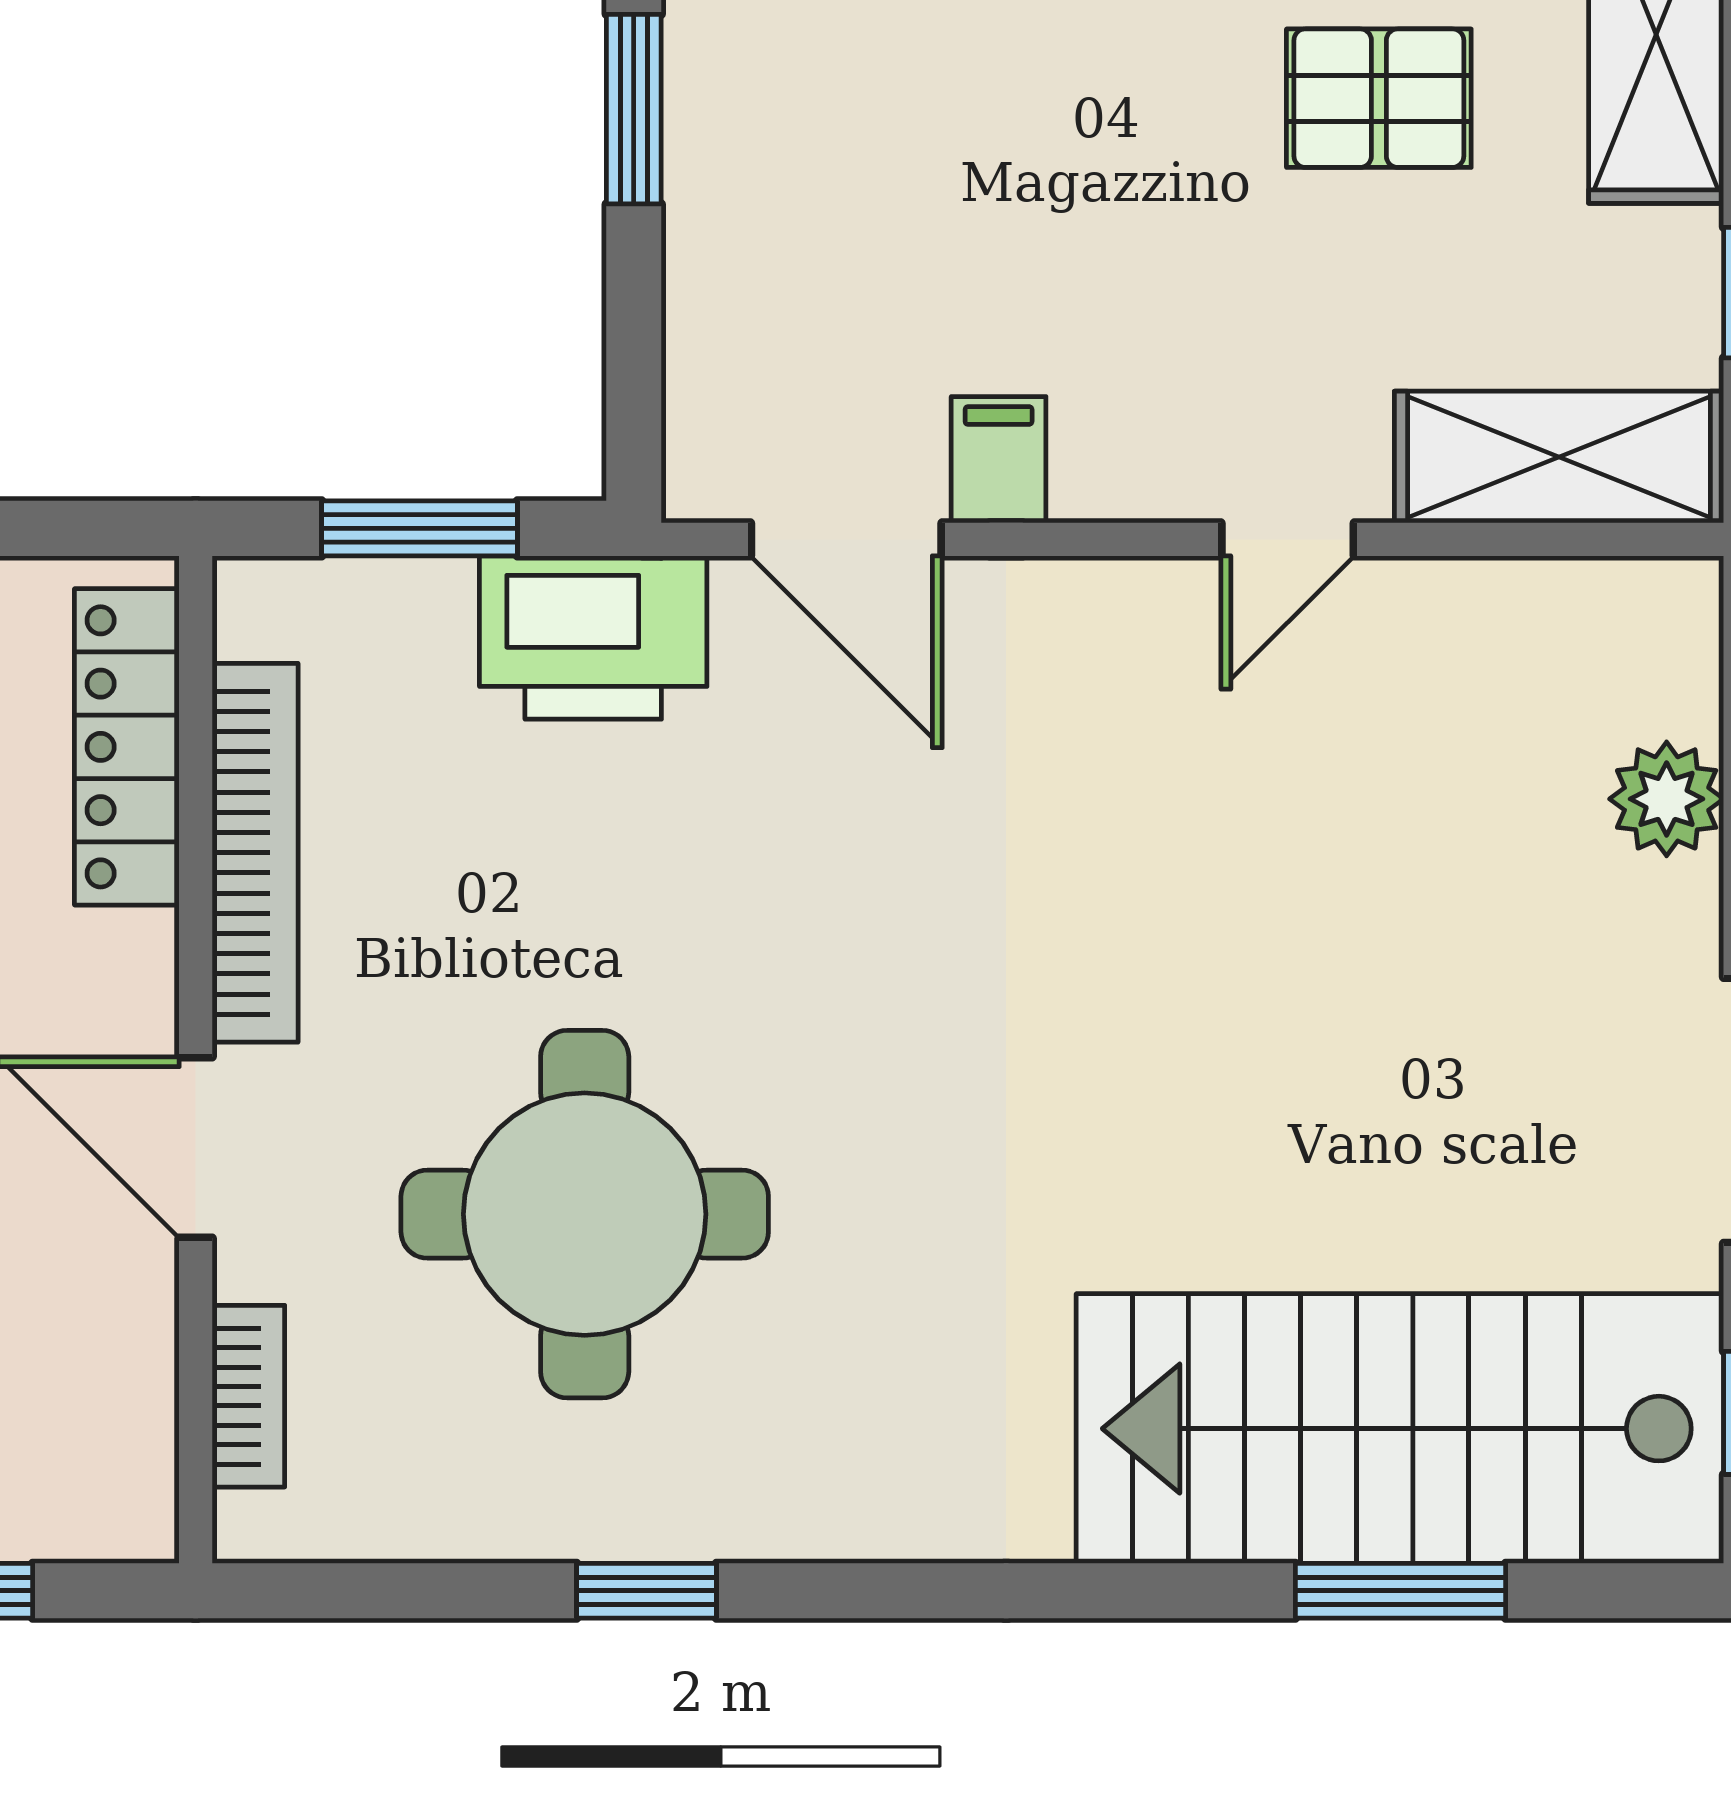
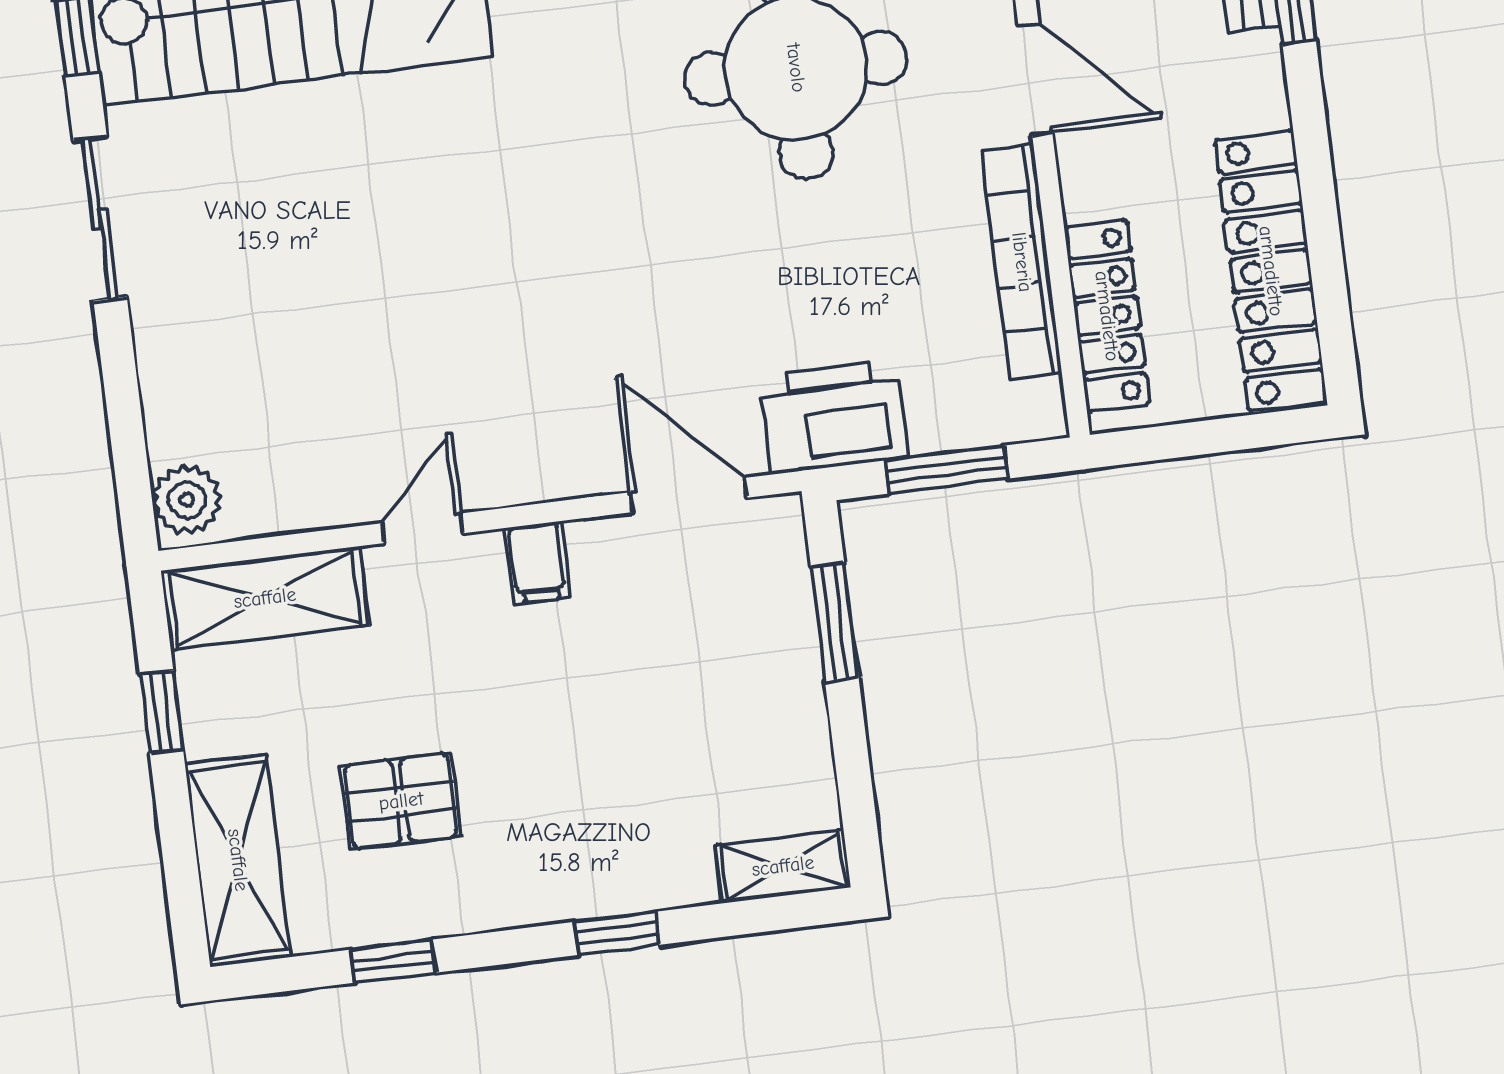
window: (634, 109) -> (835, 622), moved
filing cabinet: (999, 460) -> (537, 563), moved
plant: (1667, 799) -> (187, 500), moved

